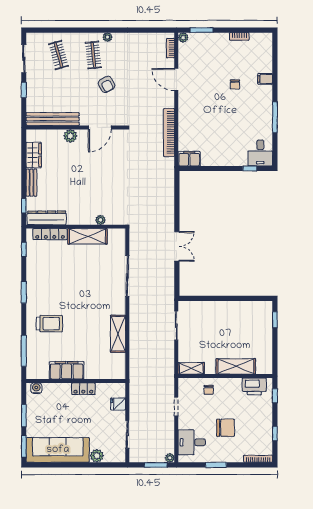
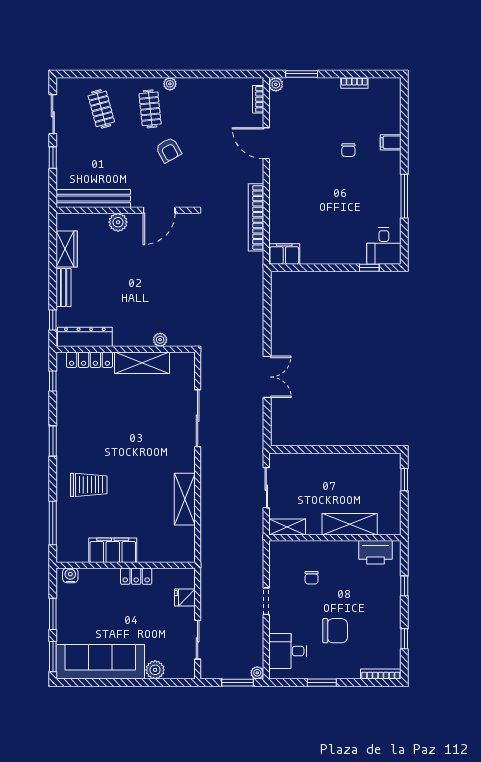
shelving: (236, 366) -> (350, 524), moved
shelving: (191, 368) -> (287, 527), moved
wall: (225, 376) -> (335, 538), moved
printer: (254, 386) -> (375, 552), moved

